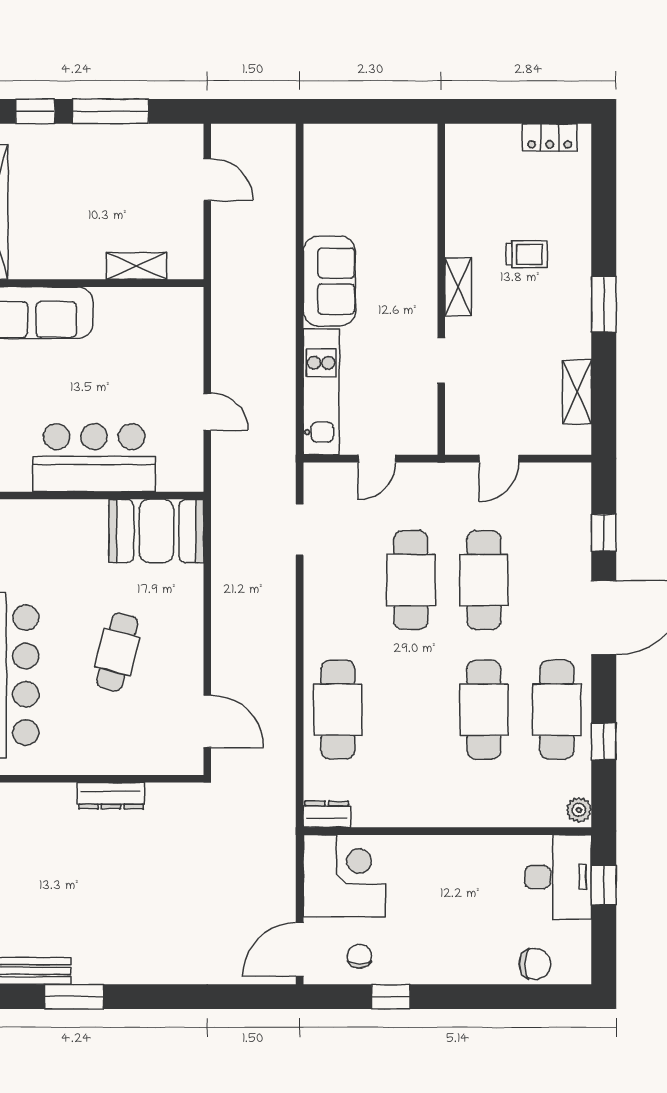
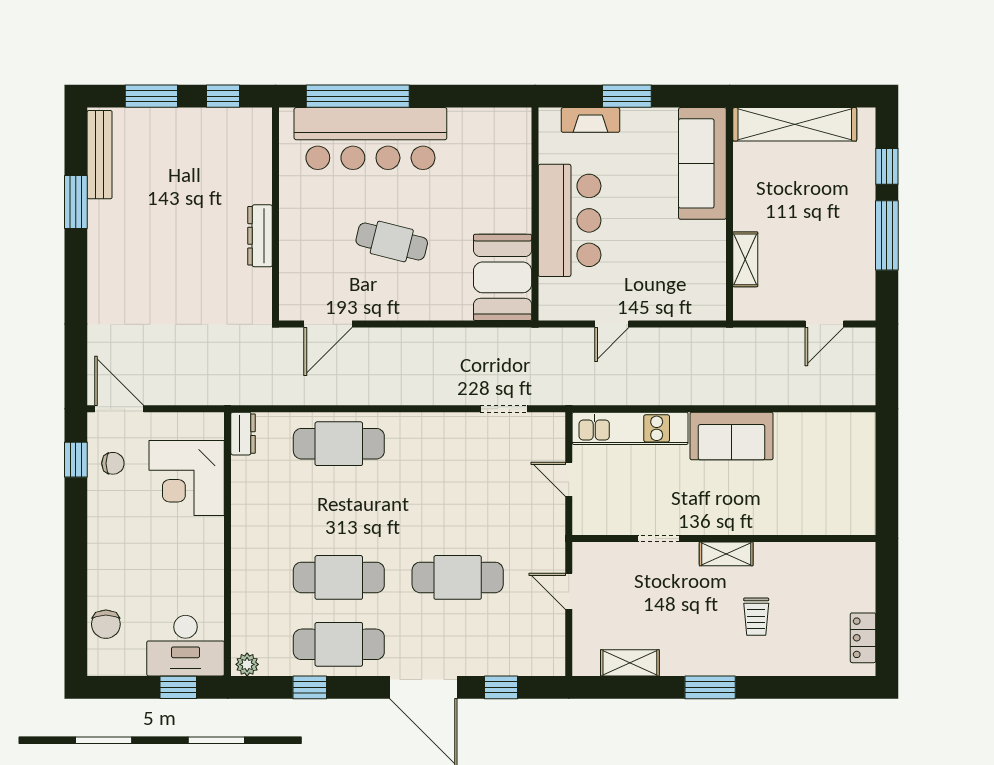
cafe table: (411, 580) -> (458, 511), removed
corner desk: (344, 876) -> (187, 478), moved, turned 90
window: (391, 997) -> (76, 460), moved

